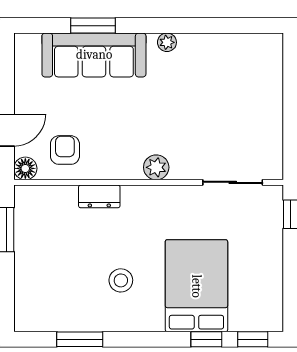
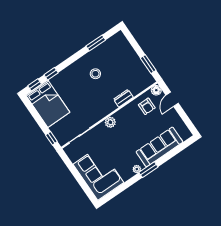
window: (93, 26) -> (148, 170), moved
corner sofa: (247, 85) -> (98, 173), added
bed: (196, 286) -> (48, 104), moved

